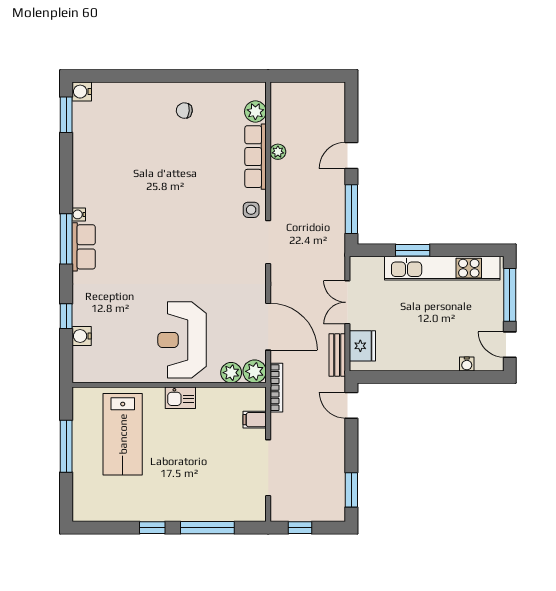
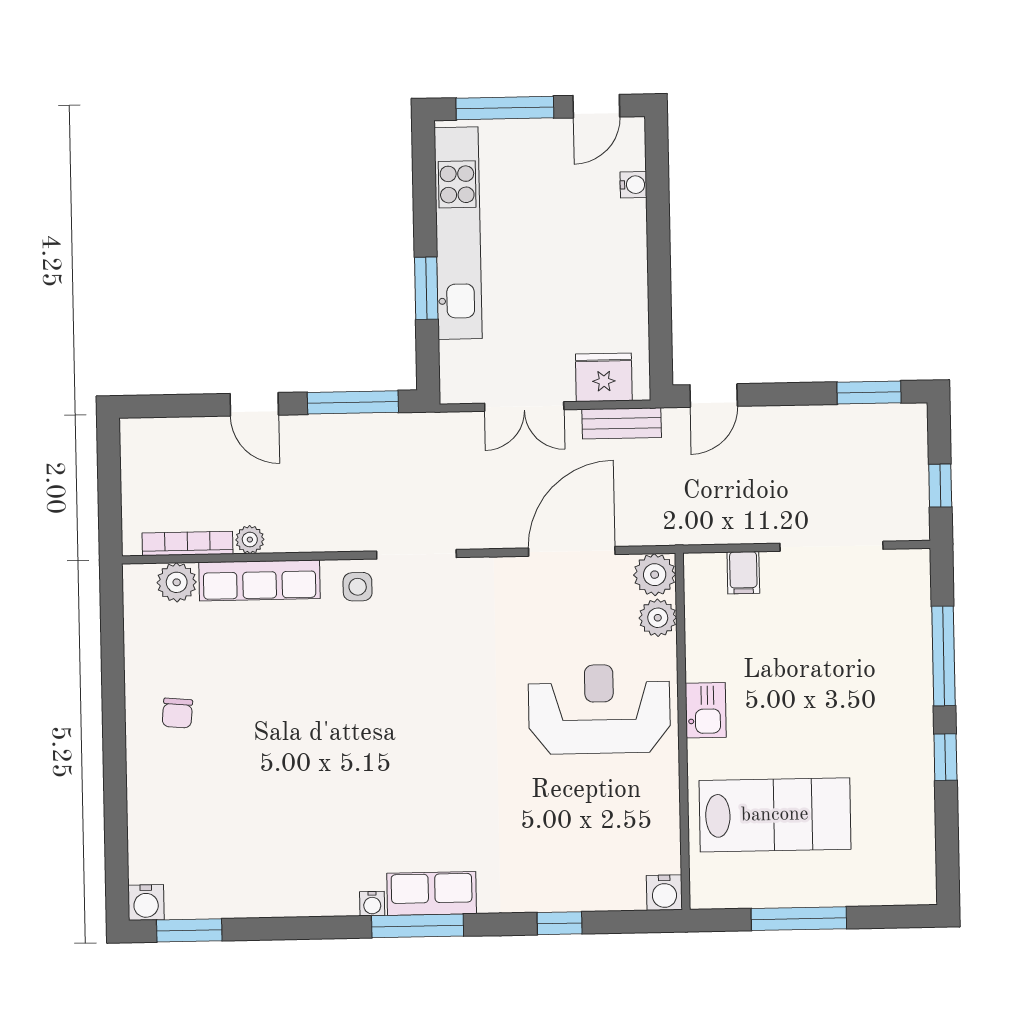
water cooler: (82, 336) -> (664, 893), moved
reception desk: (182, 340) -> (599, 709), turned 180
bookcase: (276, 388) -> (188, 543), moved

